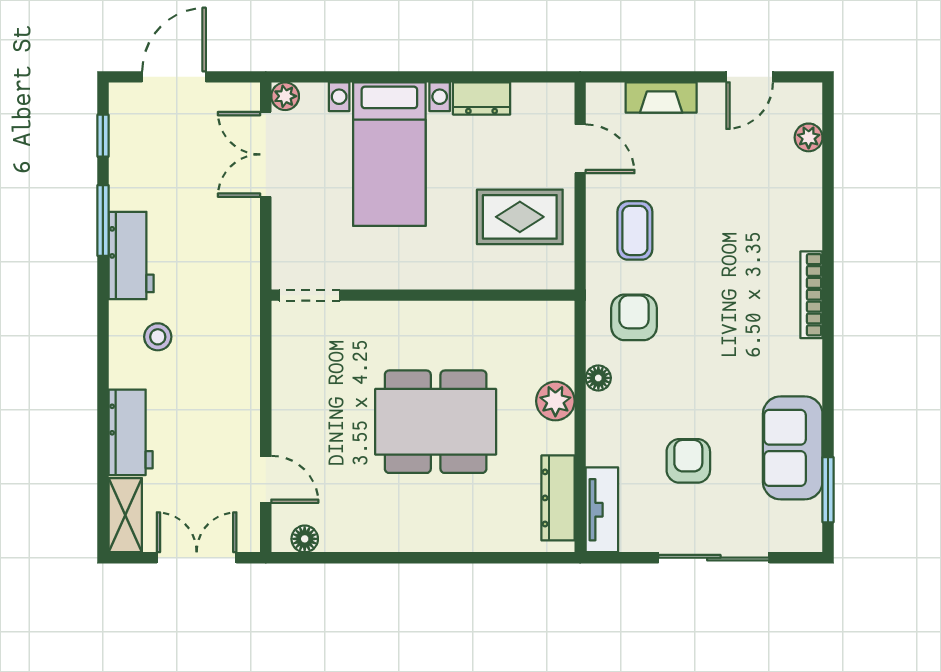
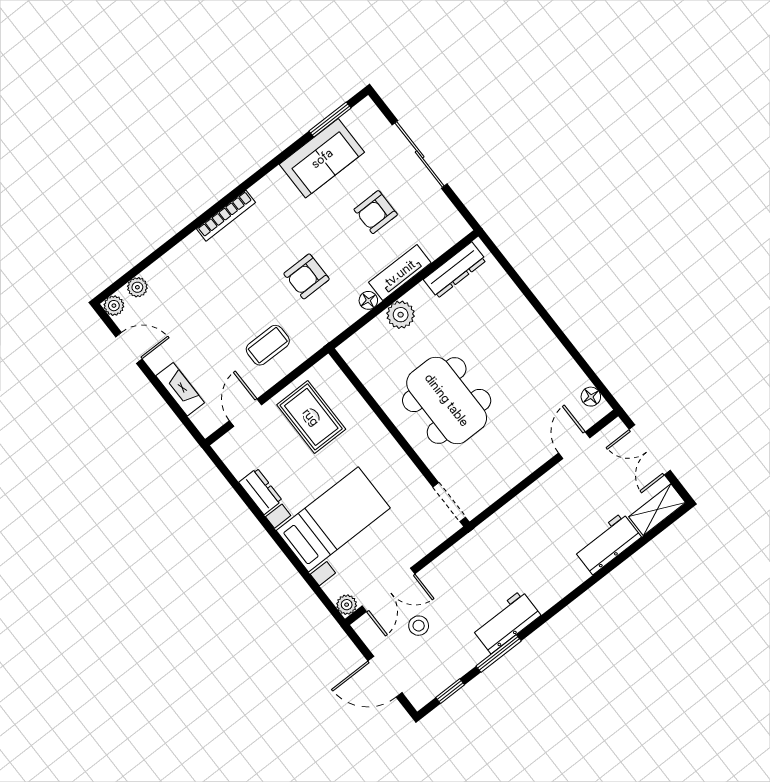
plant: (809, 96) -> (114, 306), added
armchair: (634, 317) -> (307, 276), moved
stool: (158, 337) -> (419, 626), moved
dining table: (436, 422) -> (447, 400), moved
tv unit: (602, 510) -> (400, 273), moved

